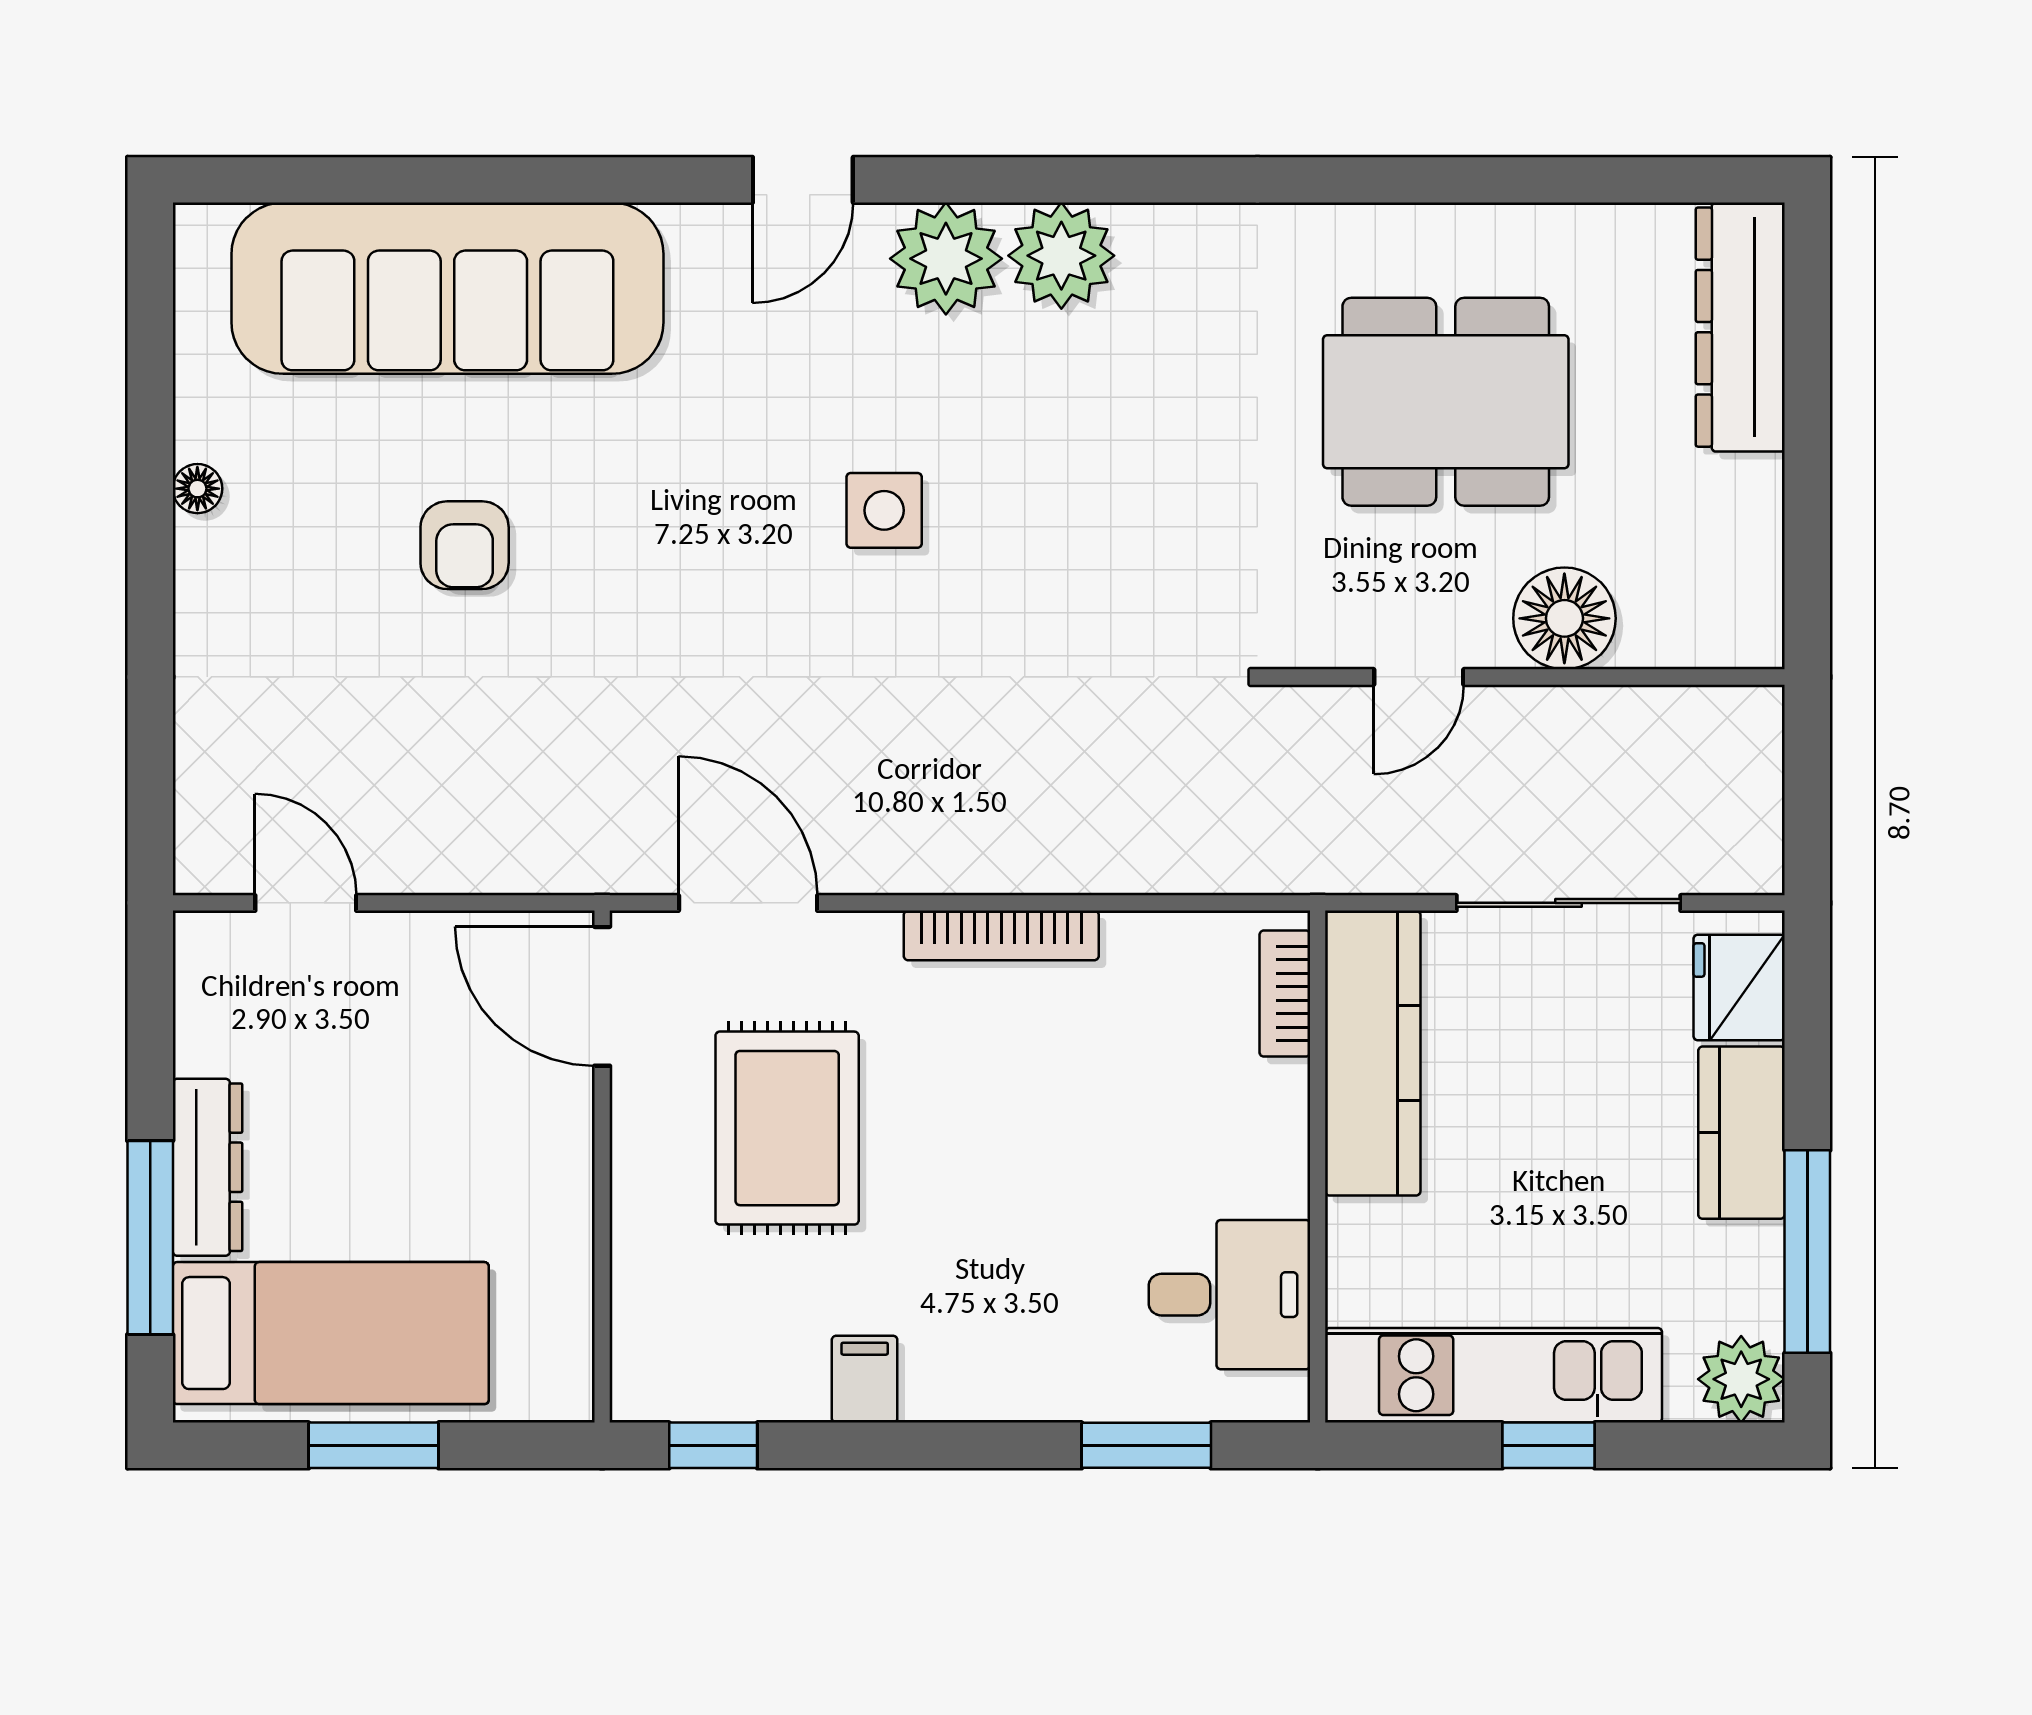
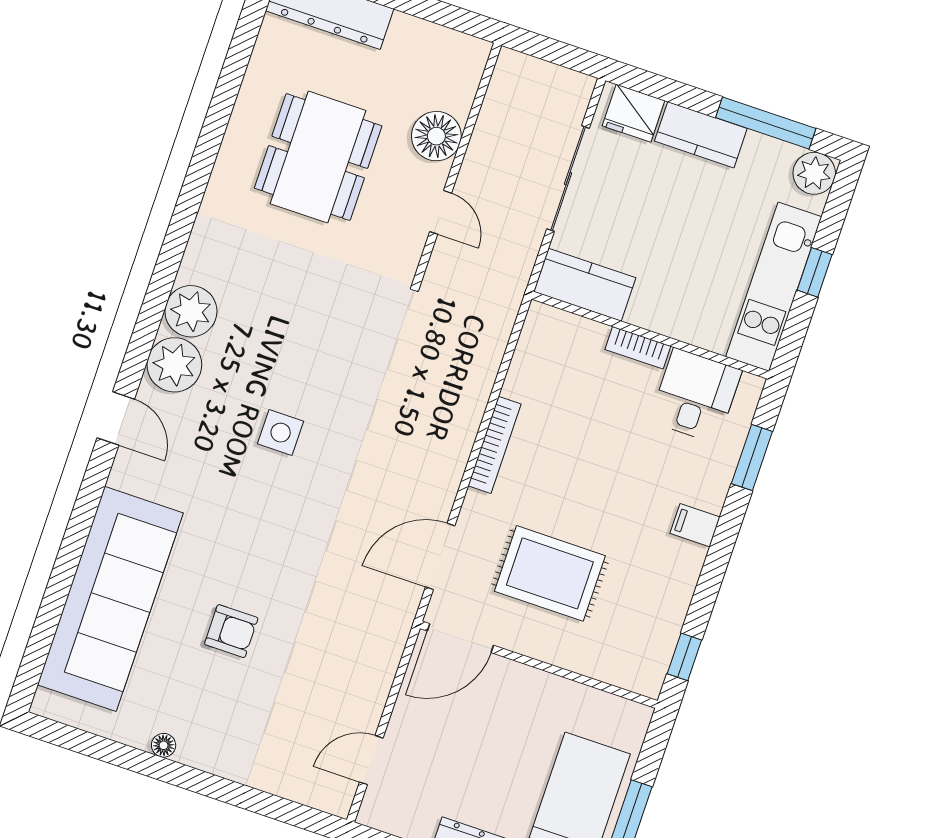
bookcase: (1285, 994) -> (638, 348), moved
kitchen counter: (1373, 1053) -> (585, 285), width x0.67
filing cabinet: (865, 1379) -> (695, 525), moved

